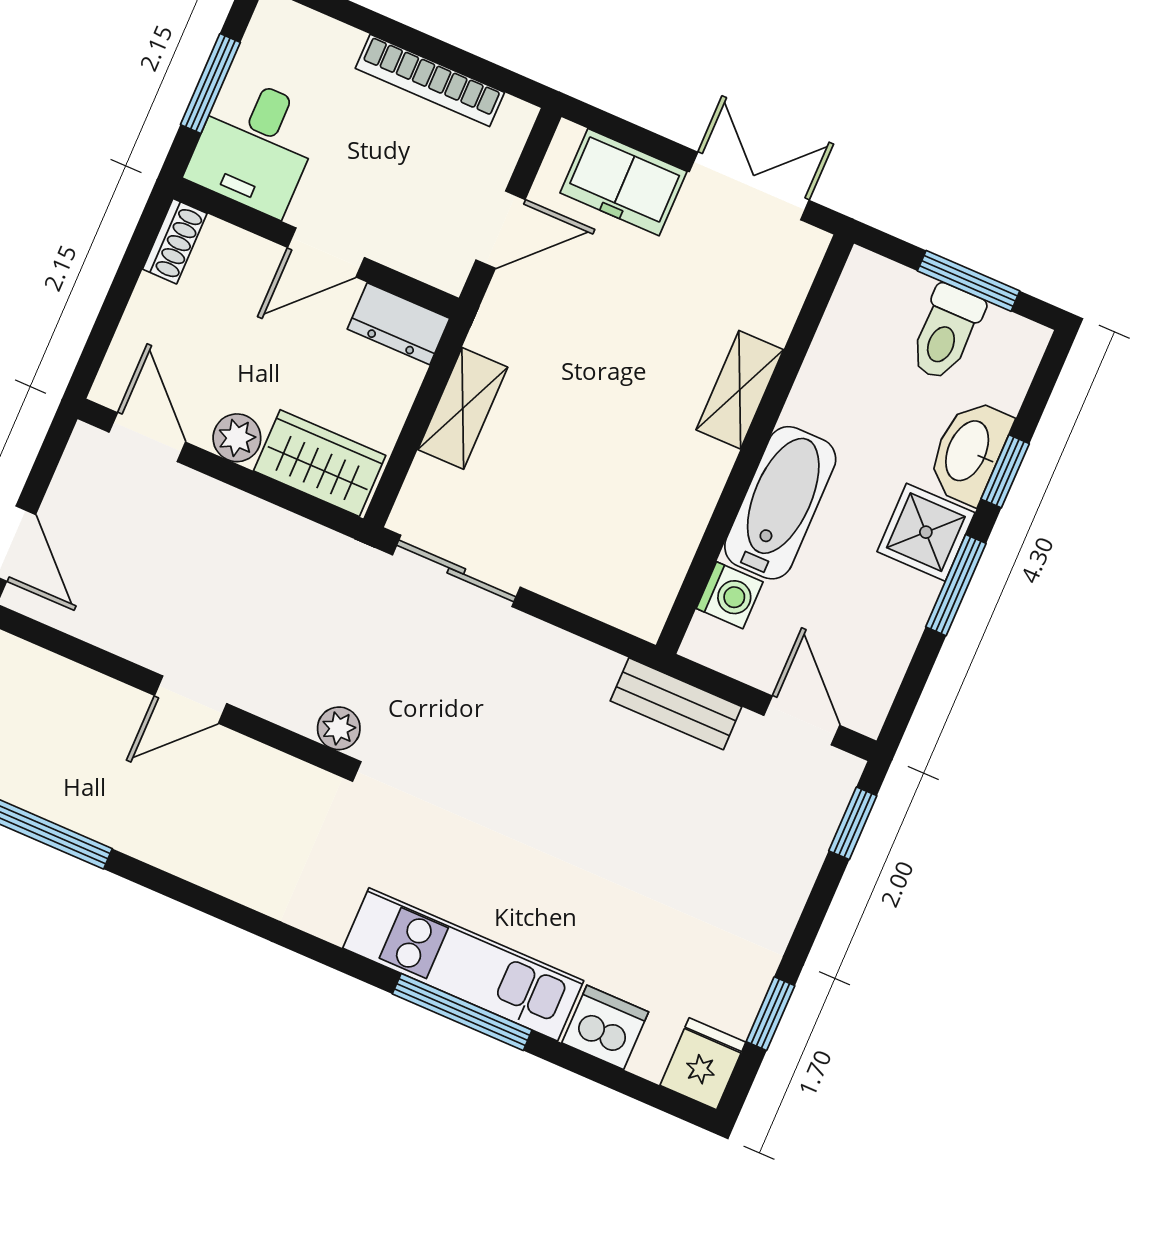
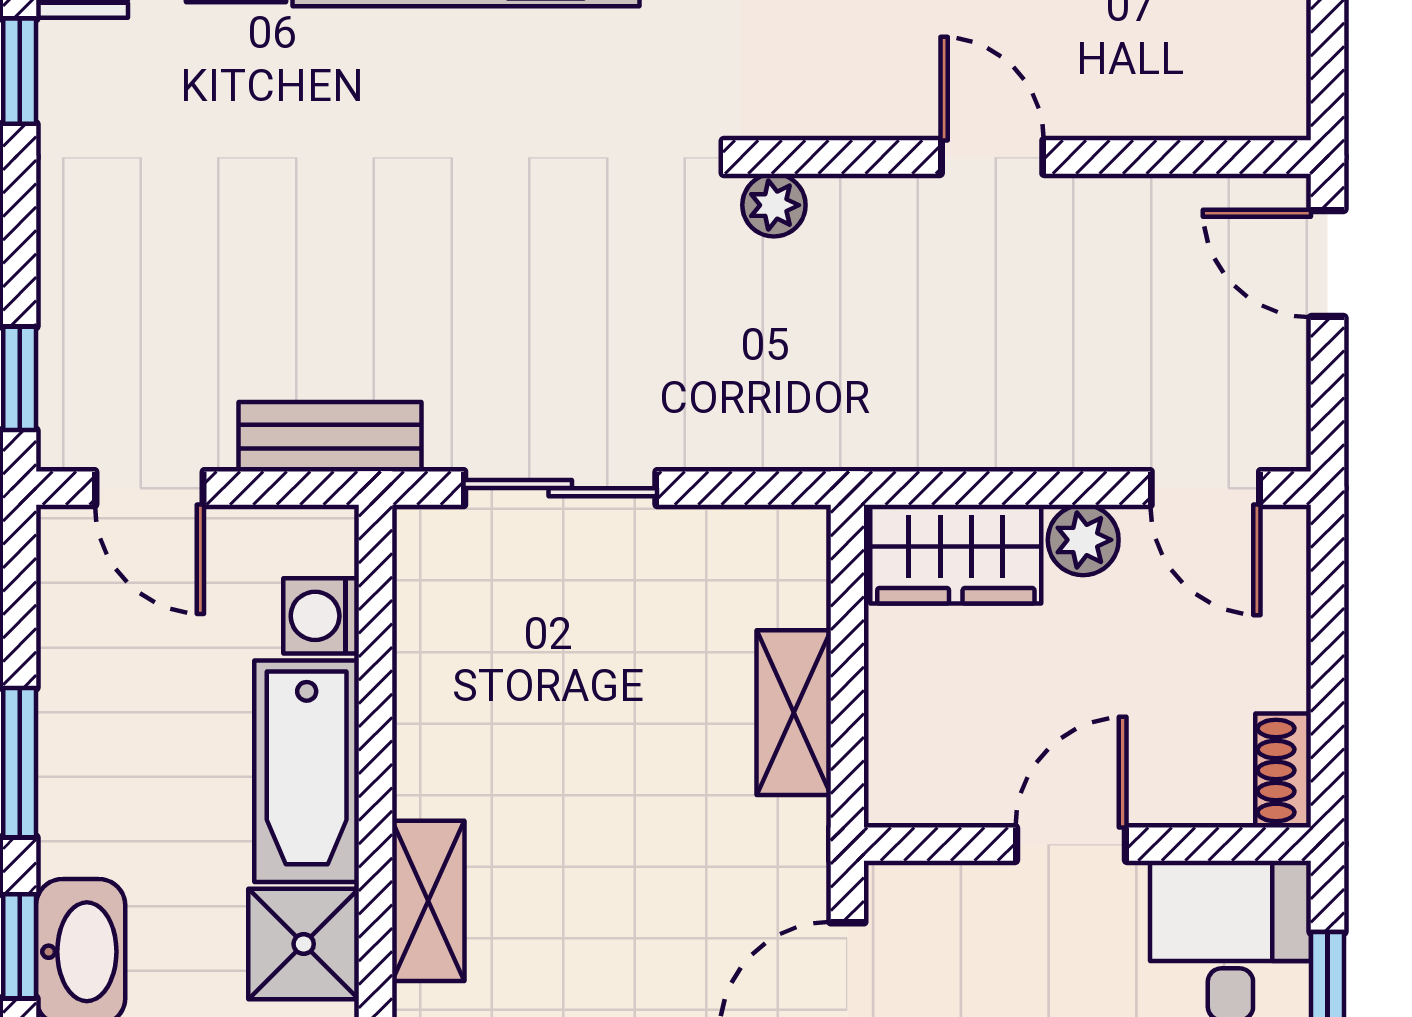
dresser: (399, 324) -> (931, 790), removed
shower: (926, 532) -> (304, 944), moved
sliding door: (456, 571) -> (560, 488), moved
door: (191, 700) -> (992, 157), hinge flipped

